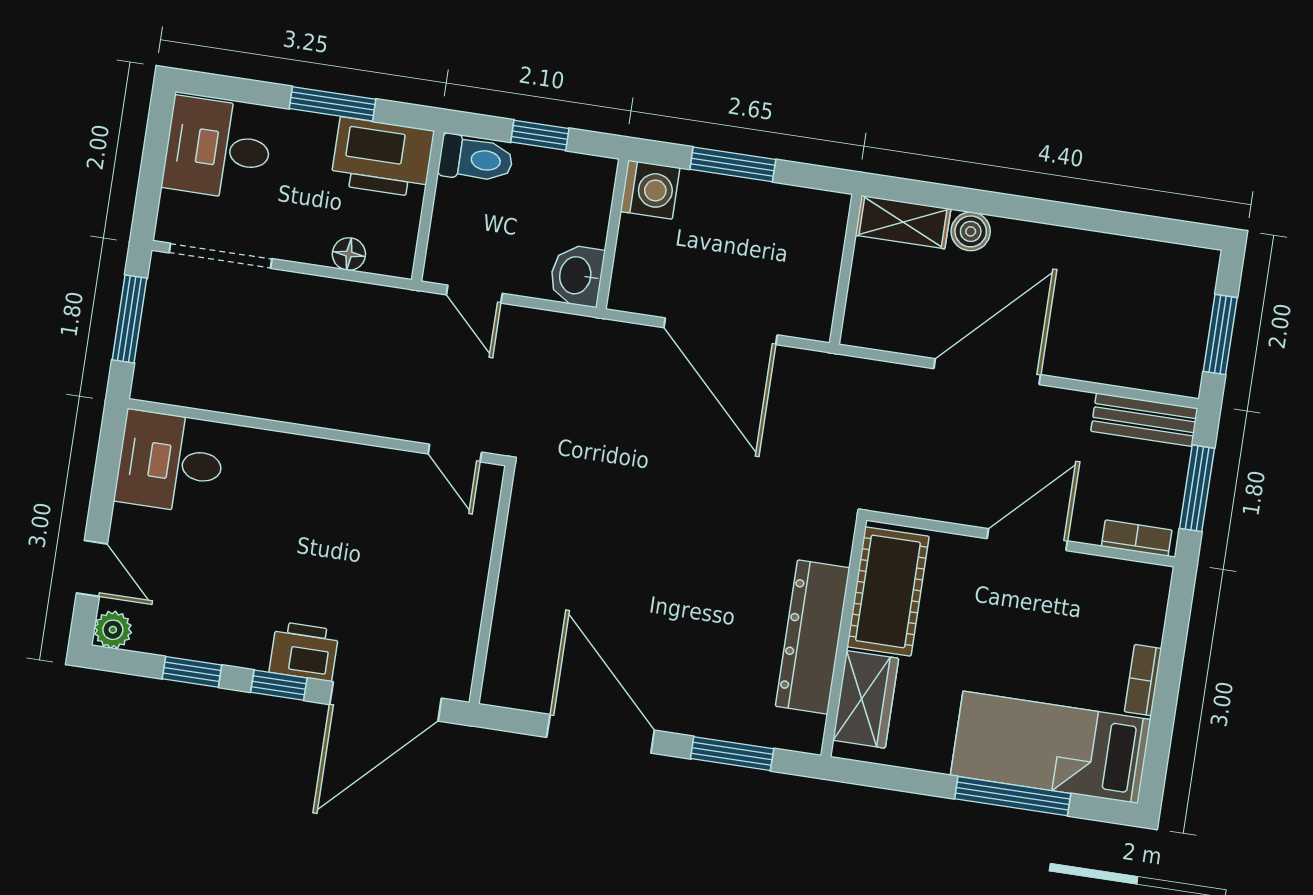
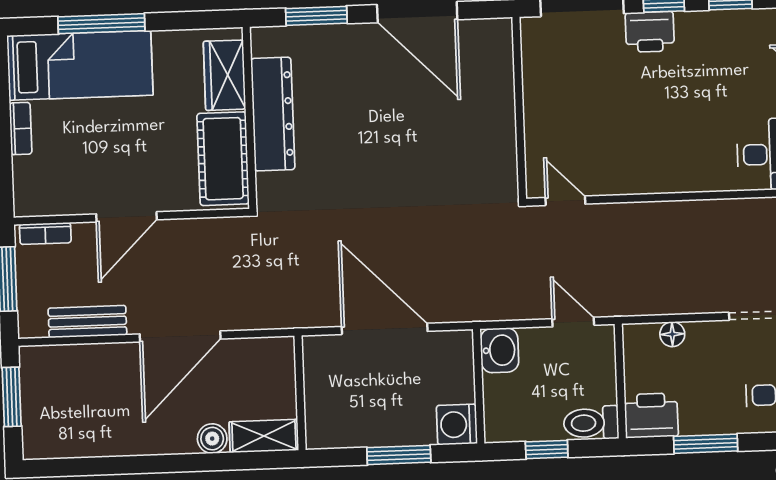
printer: (382, 157) -> (651, 415), width x0.73, depth x0.84
bench: (1144, 420) -> (87, 322), moved

